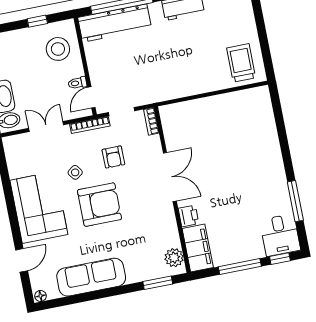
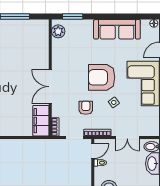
printer: (188, 216) -> (43, 58), removed
filing cabinet: (198, 248) -> (41, 121), moved

